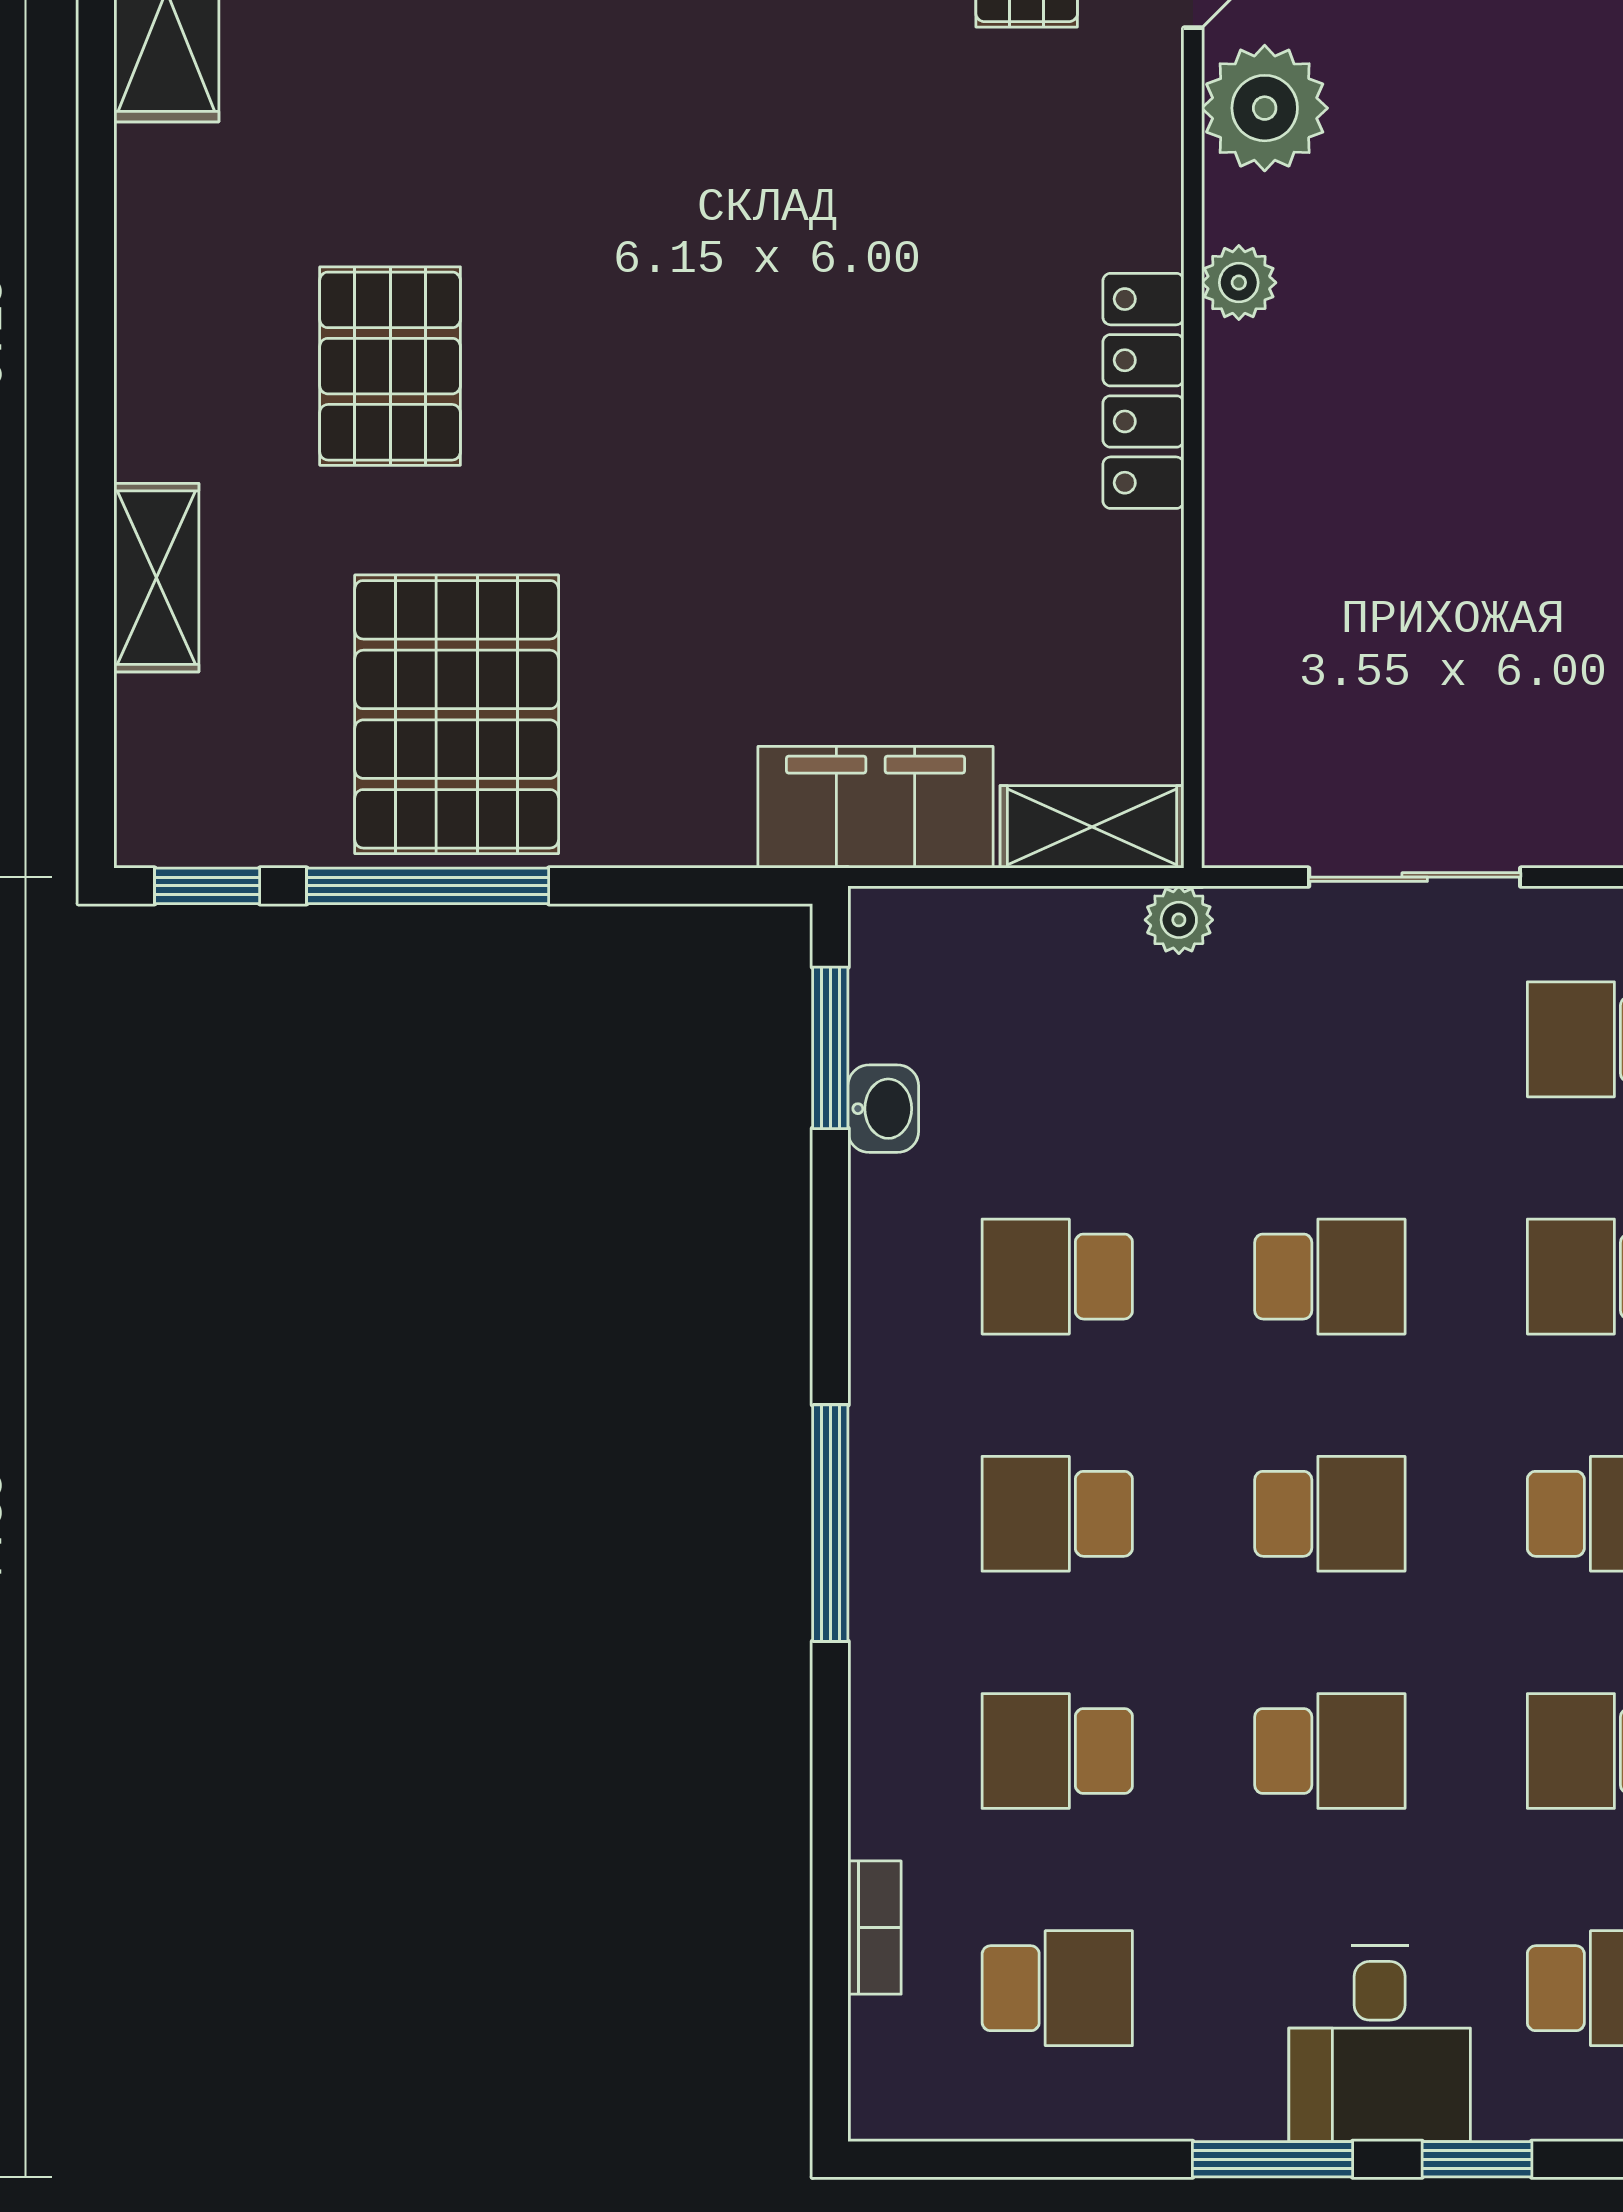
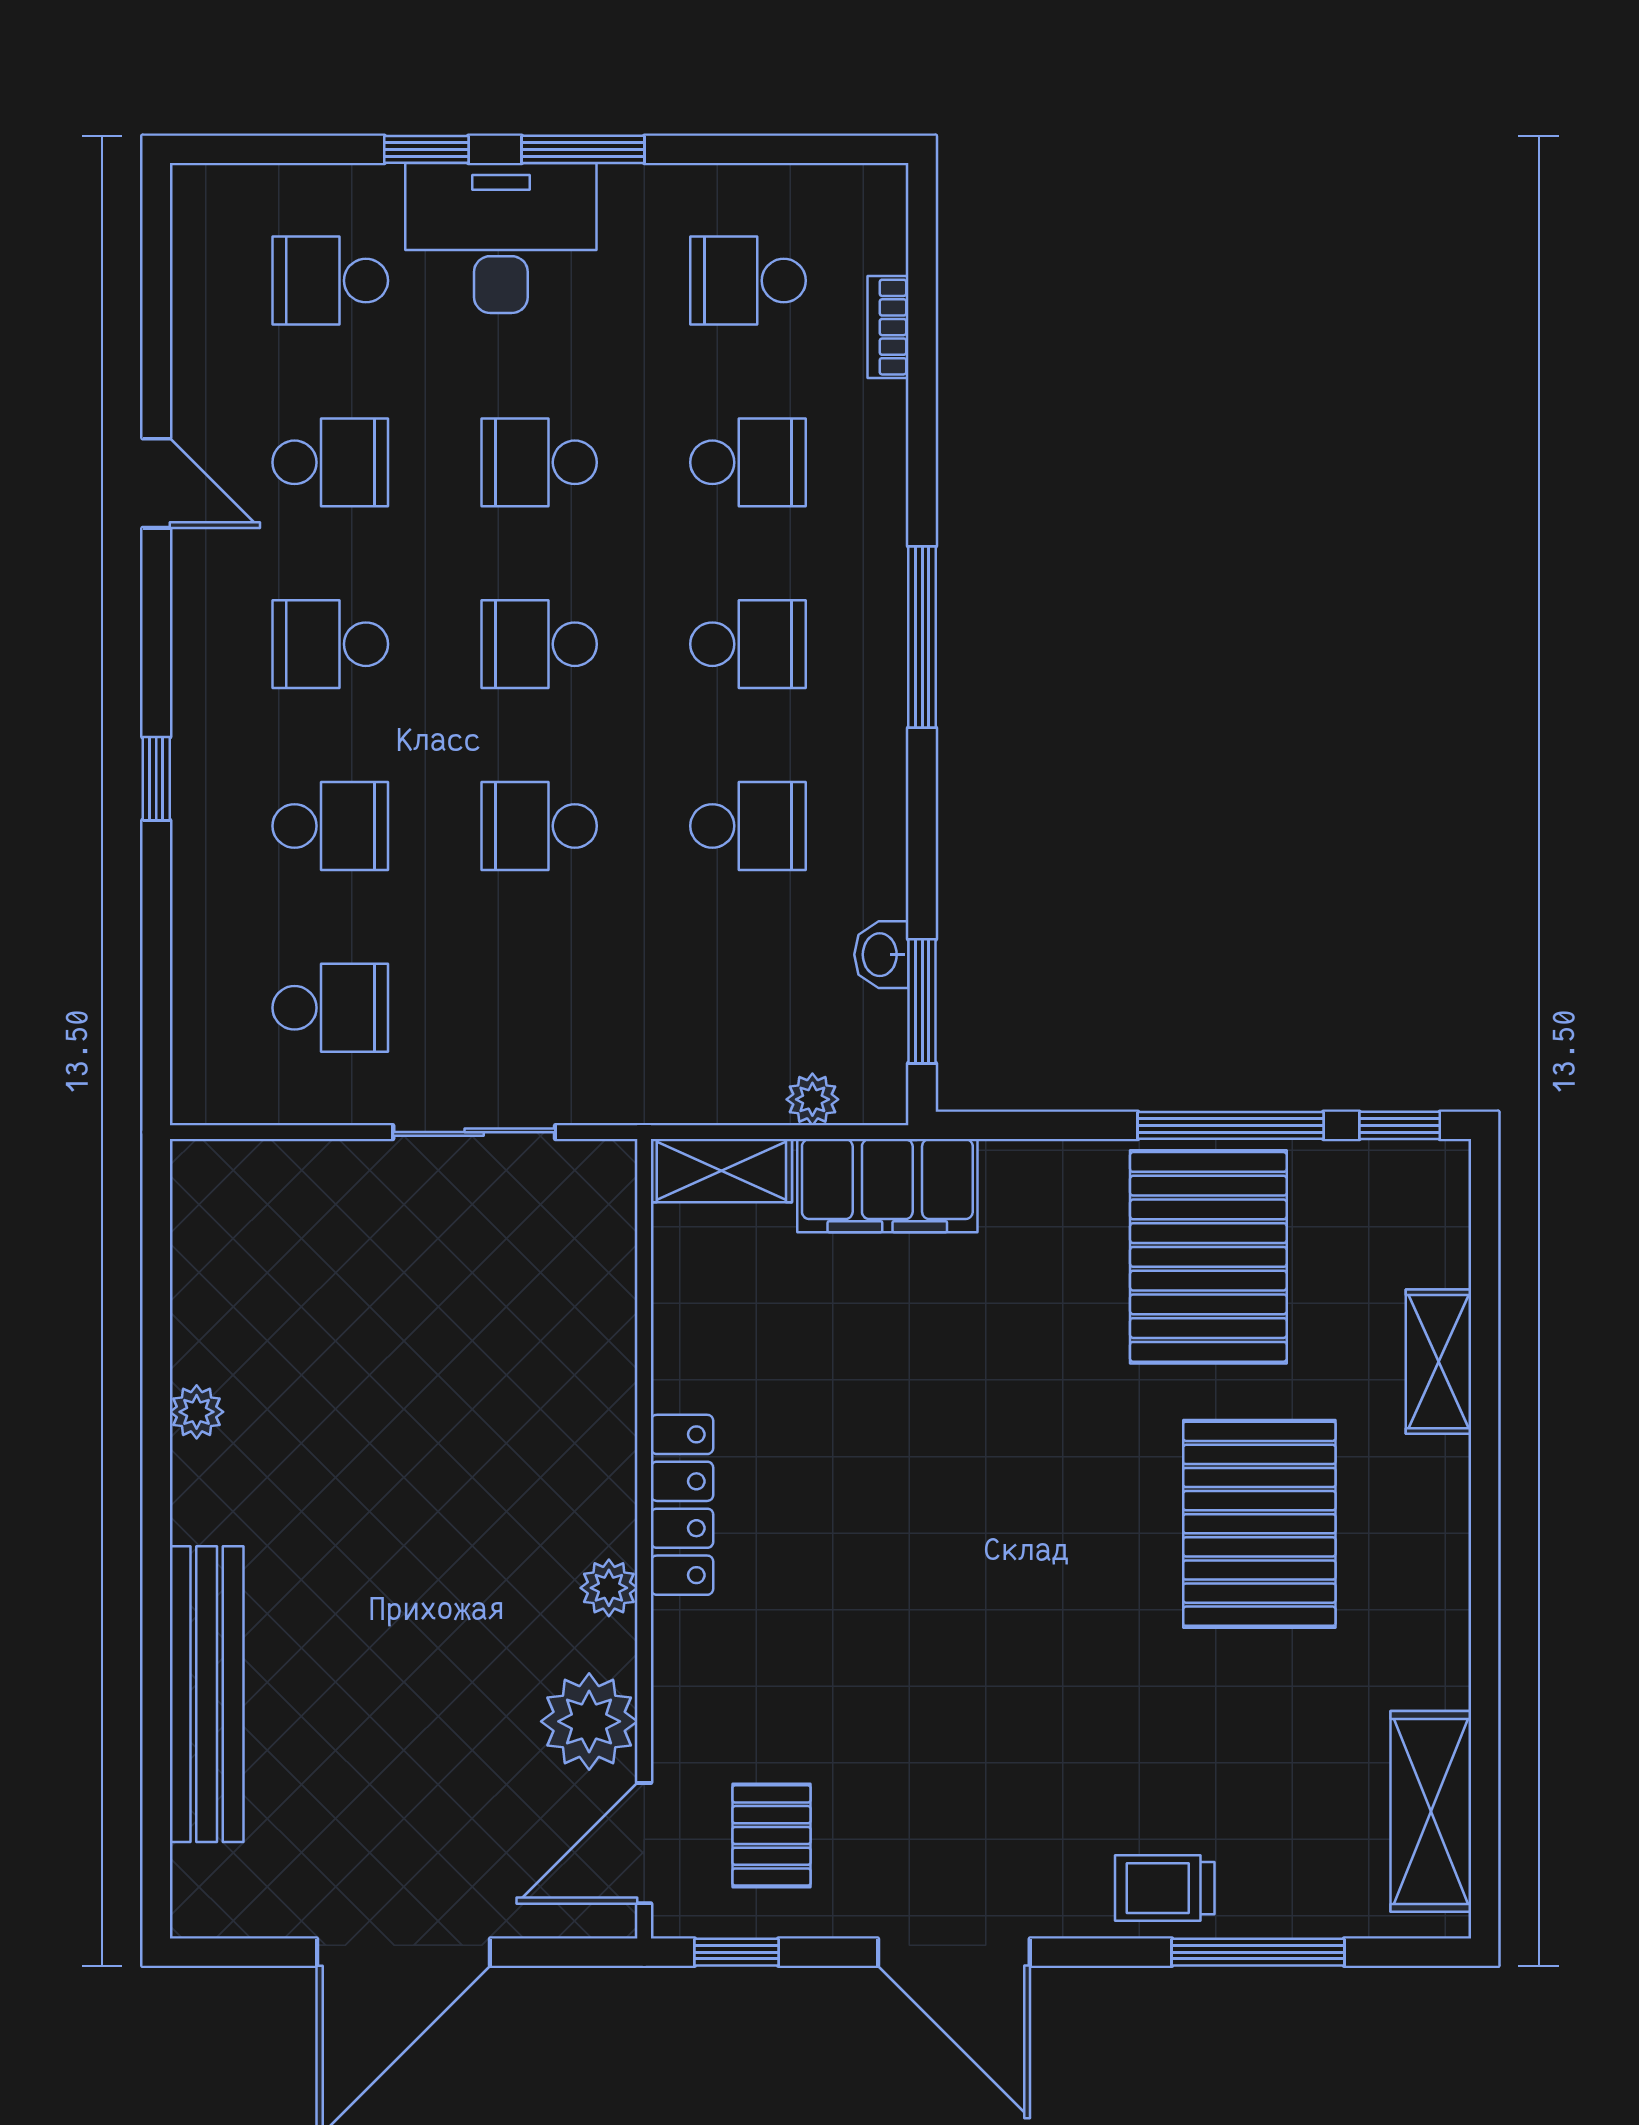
pallet: (390, 366) -> (1259, 1524), width x1.37, depth x1.41
plant: (1179, 920) -> (812, 1099), moved
desk: (1380, 2044) -> (501, 238), width x1.37

